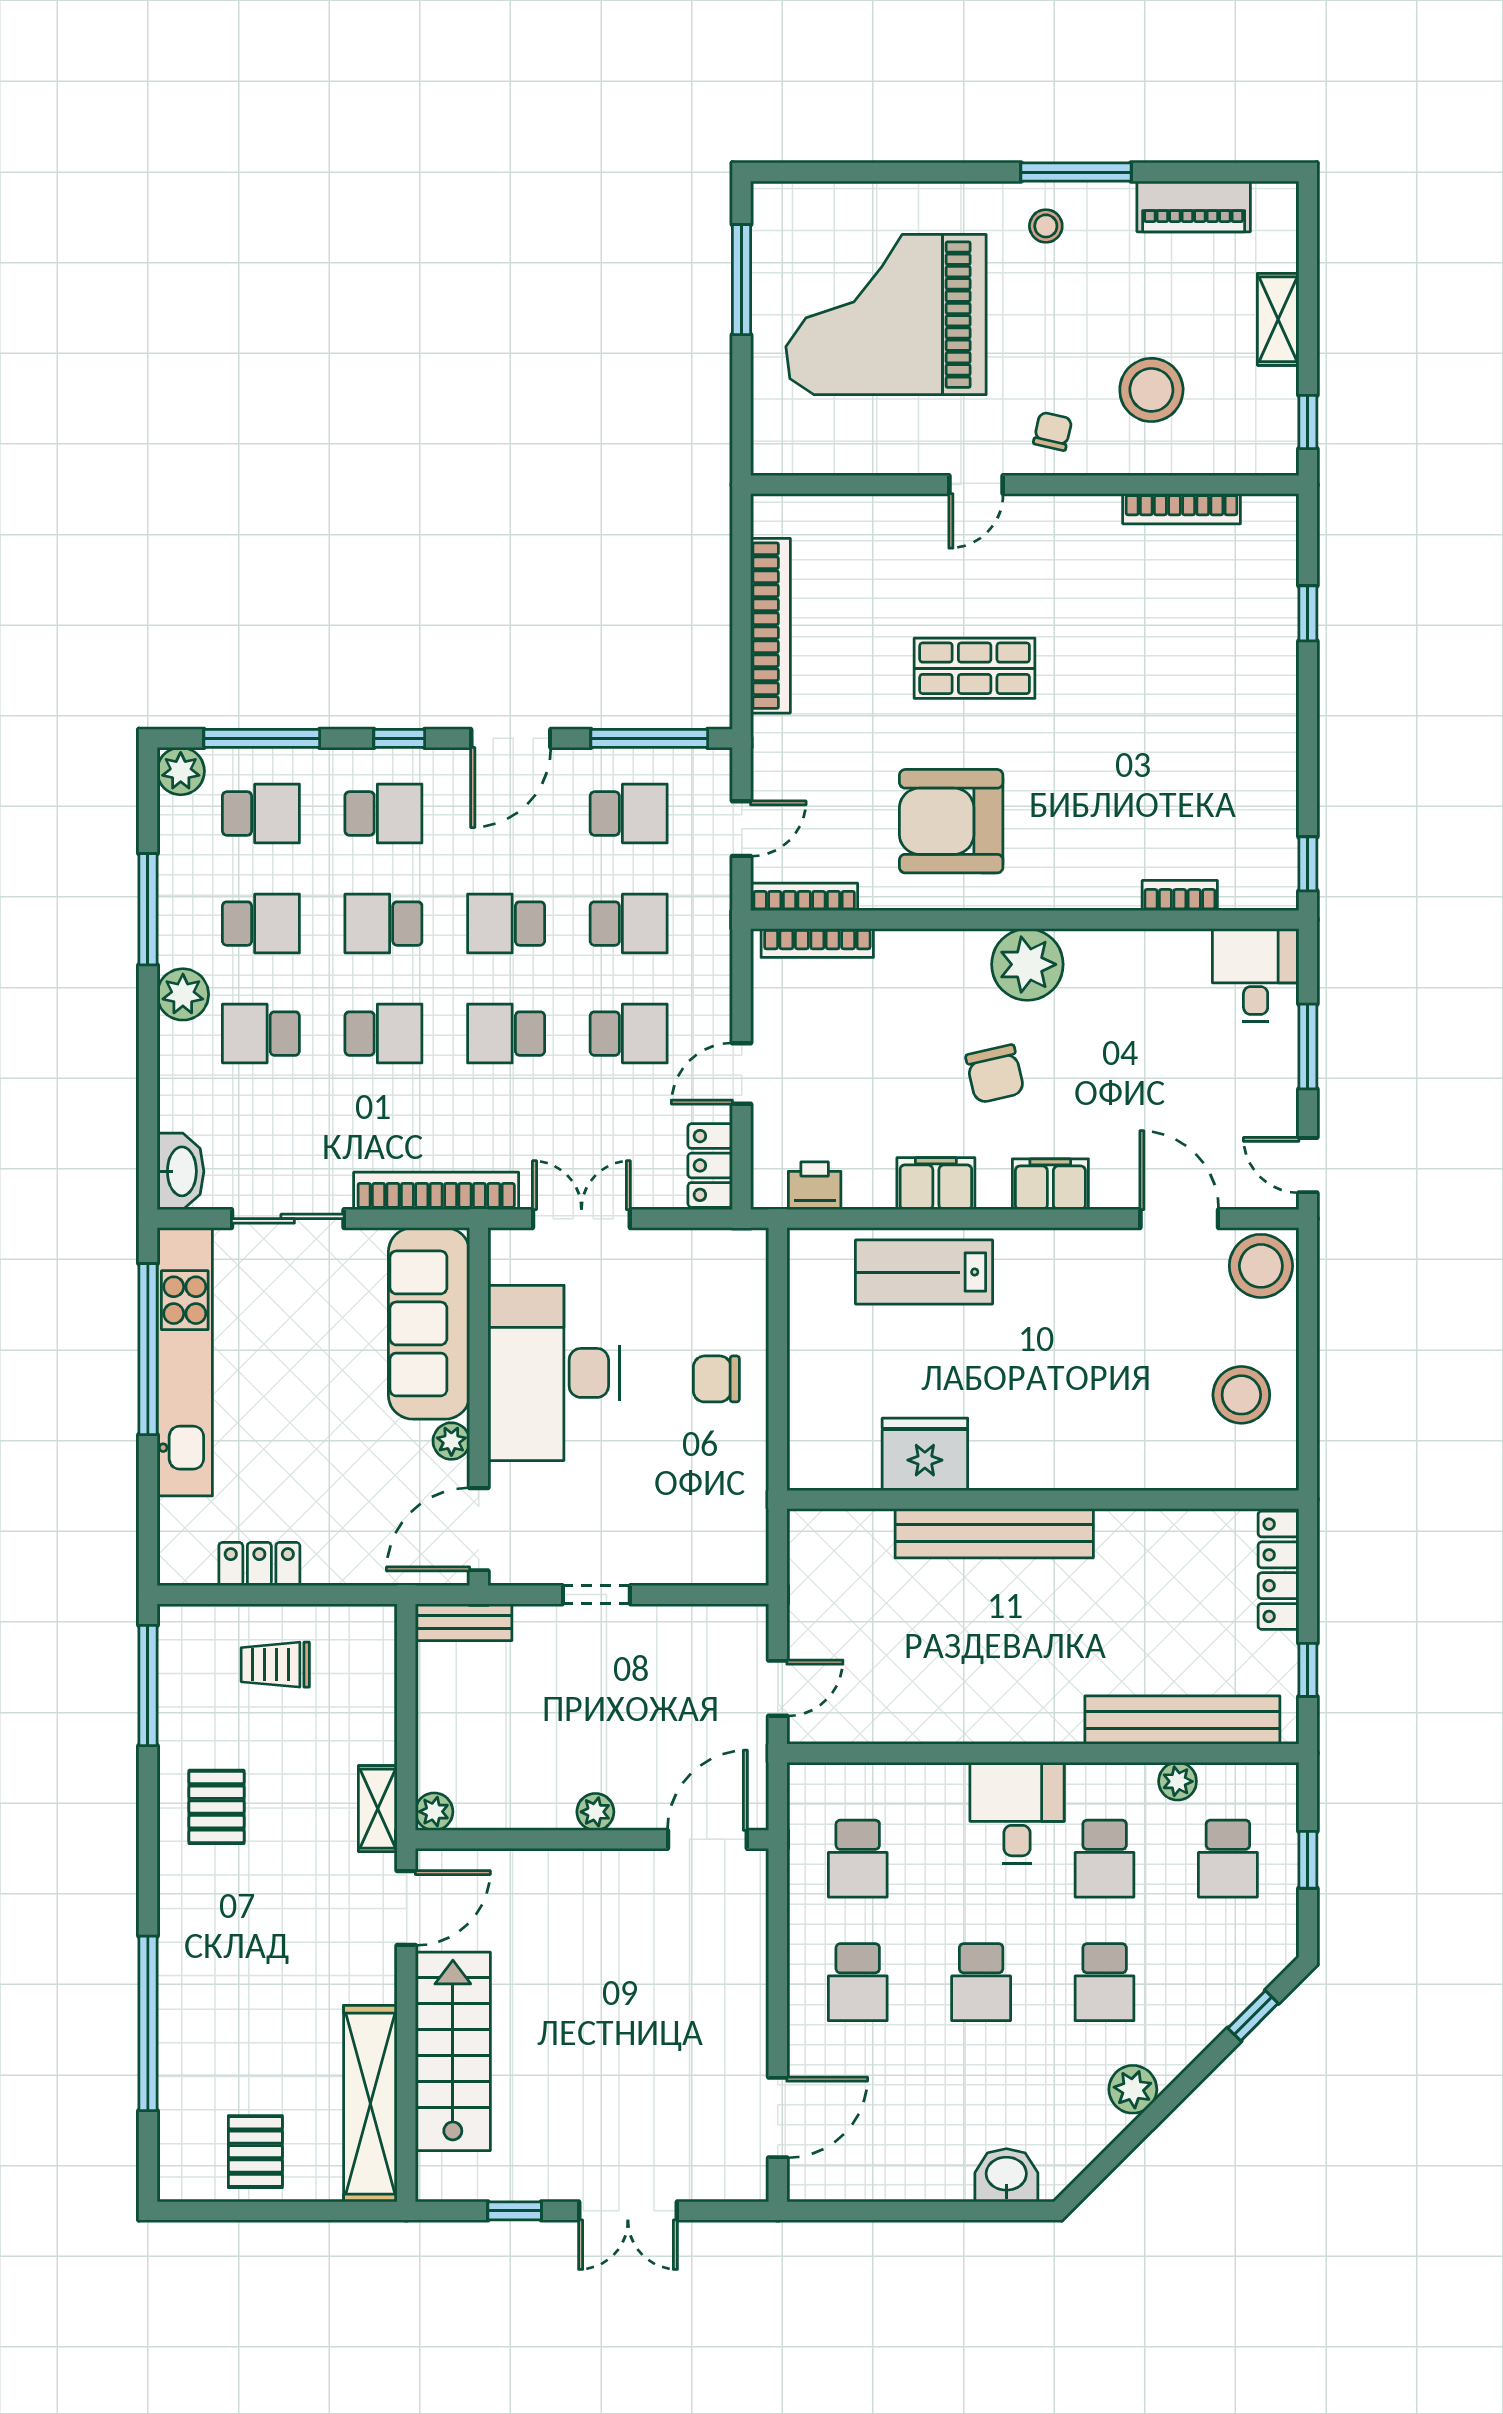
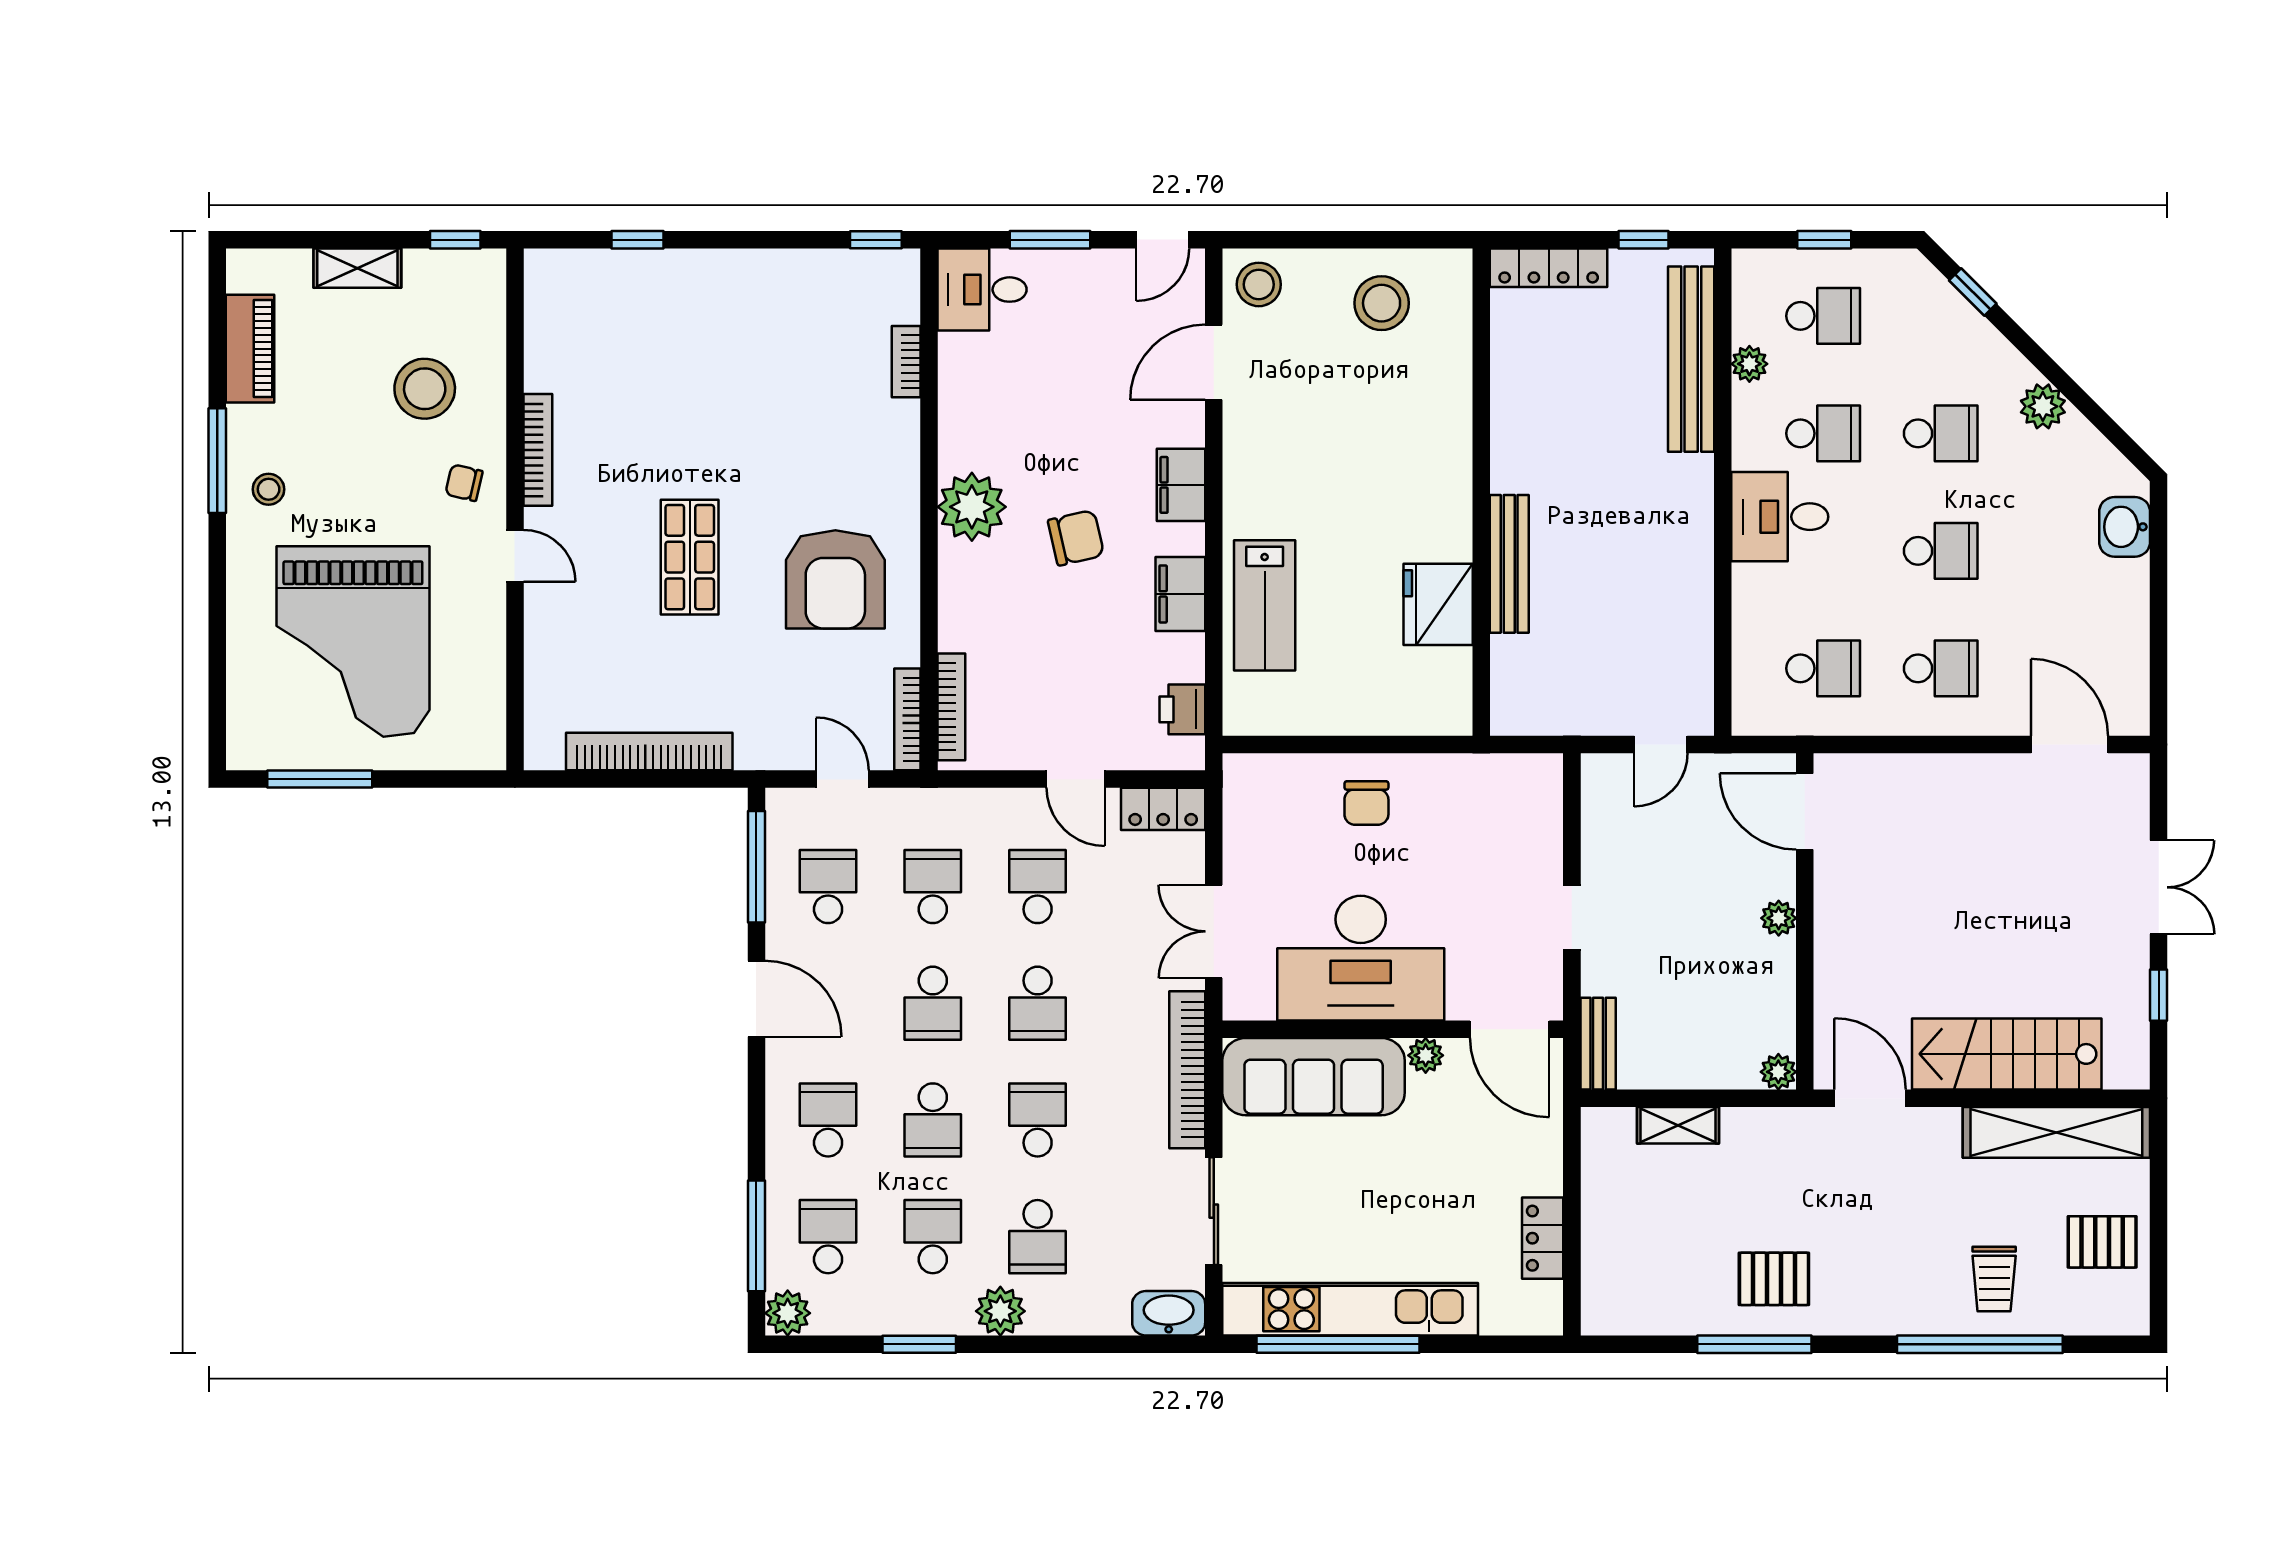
bookcase: (1182, 509) -> (538, 450), moved
window: (399, 738) -> (756, 1105), removed
window: (148, 909) -> (919, 1344), width x0.69
stool: (1261, 1266) -> (1259, 284), width x0.73, depth x0.73
bench: (994, 1533) -> (1509, 564), width x0.73, depth x0.82
trolley: (275, 1665) -> (1994, 1279), moved
window: (148, 1686) -> (1754, 1344), moved
door: (778, 1688) -> (1661, 744), swing flipped
shelving: (378, 1809) -> (1678, 1125), moved

